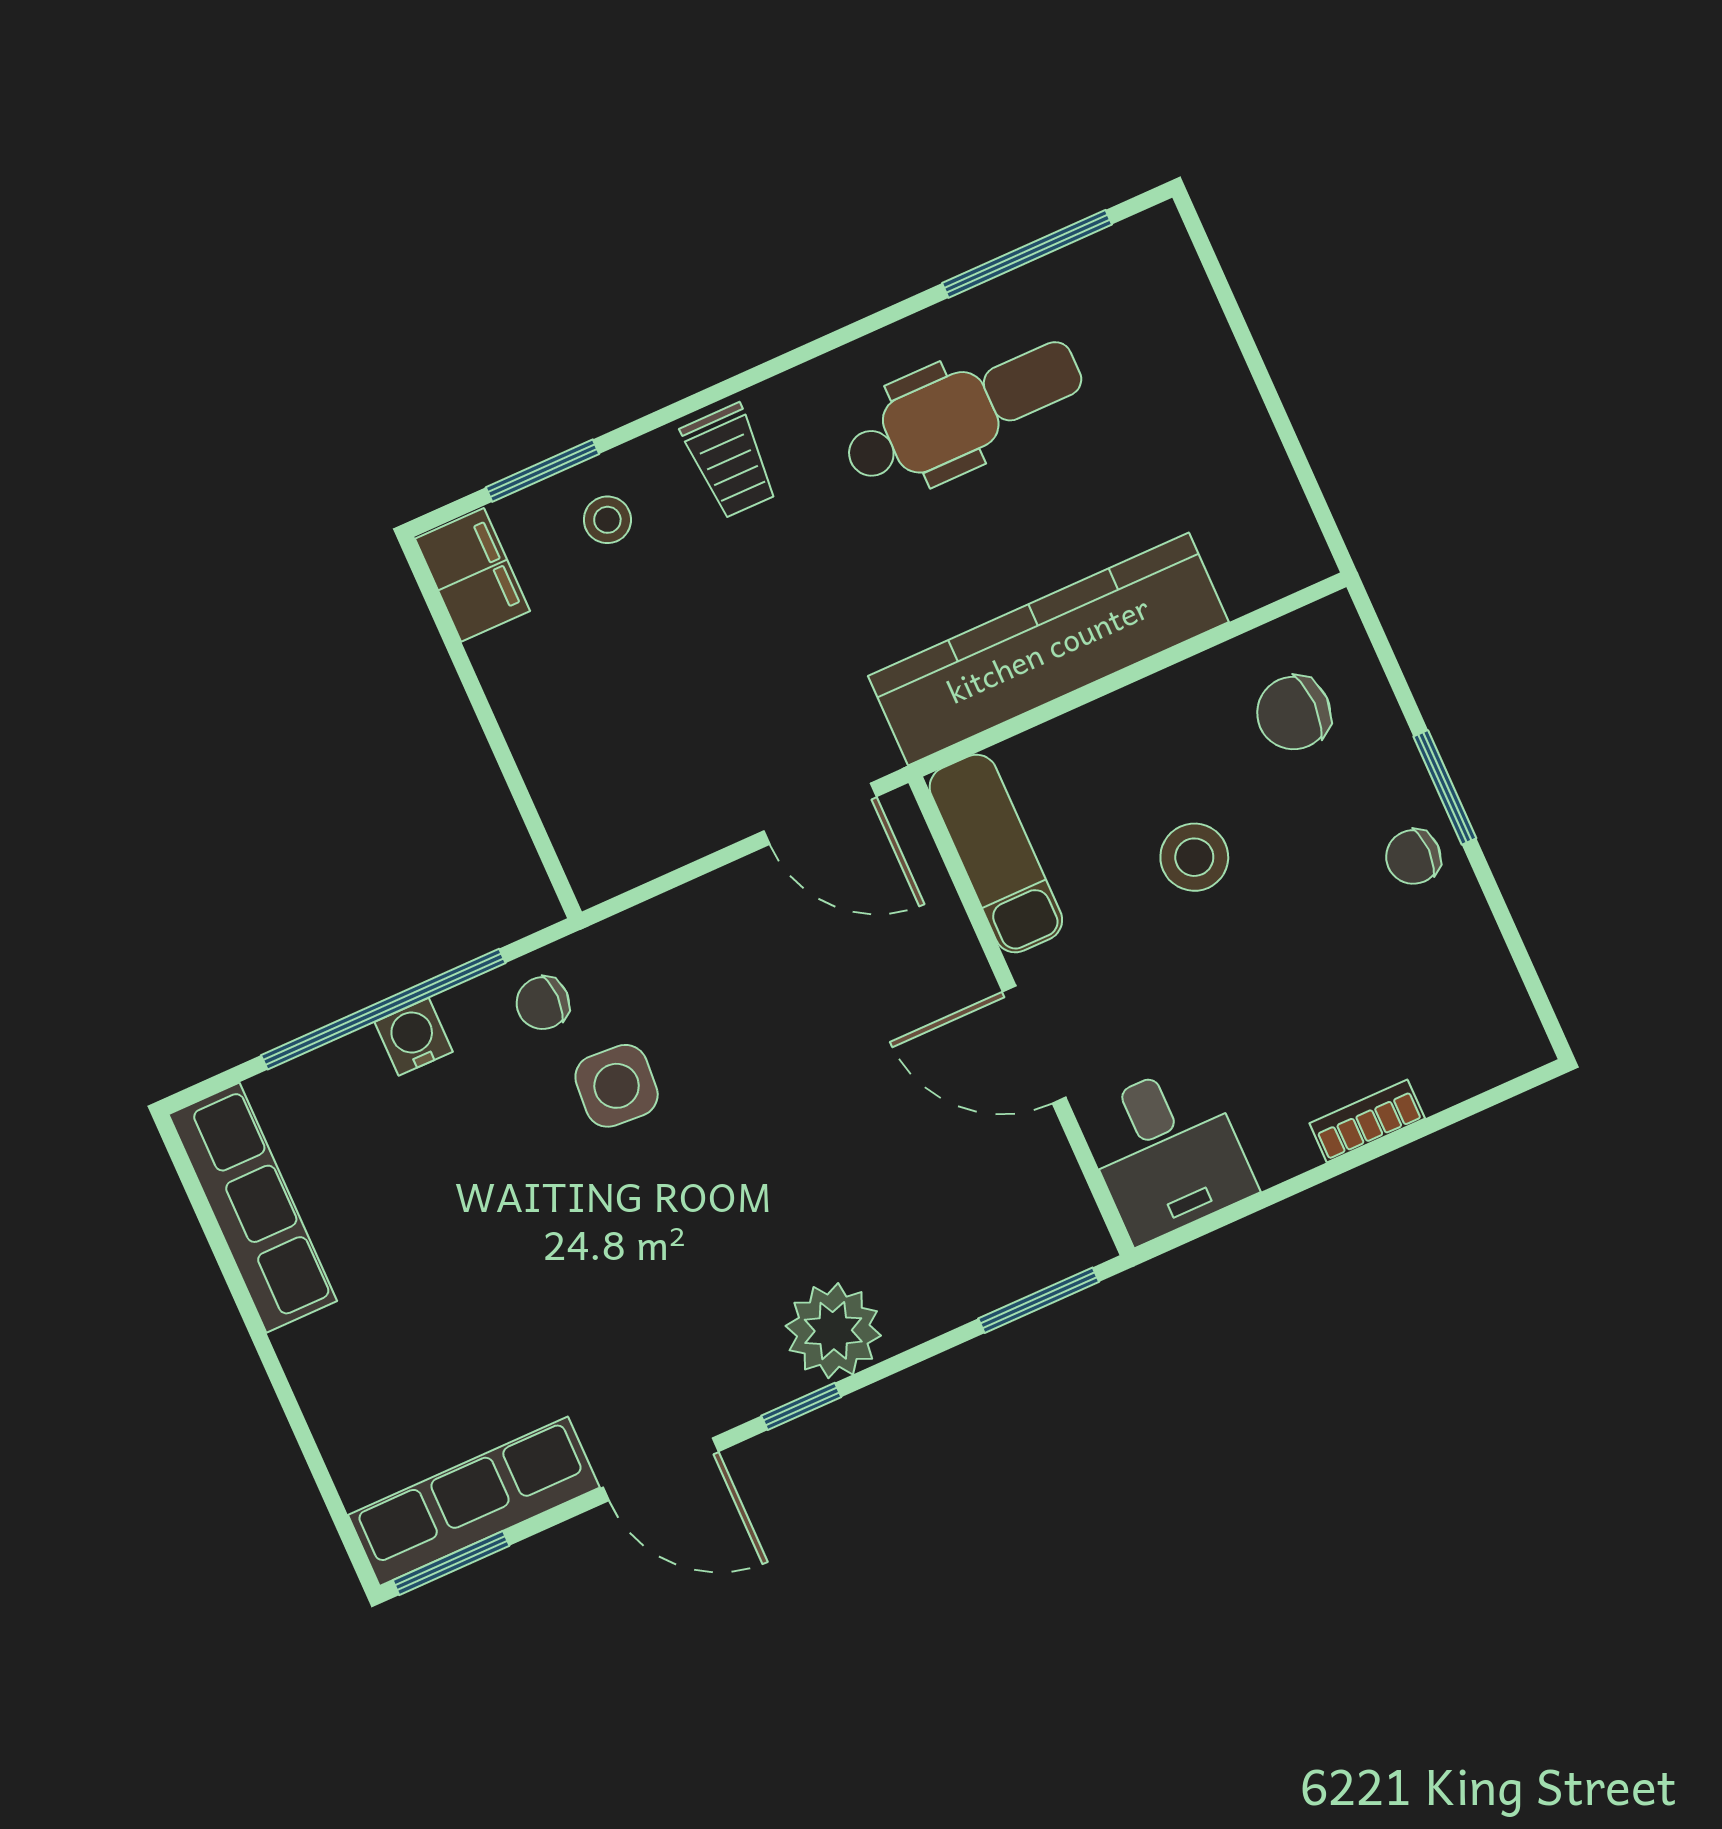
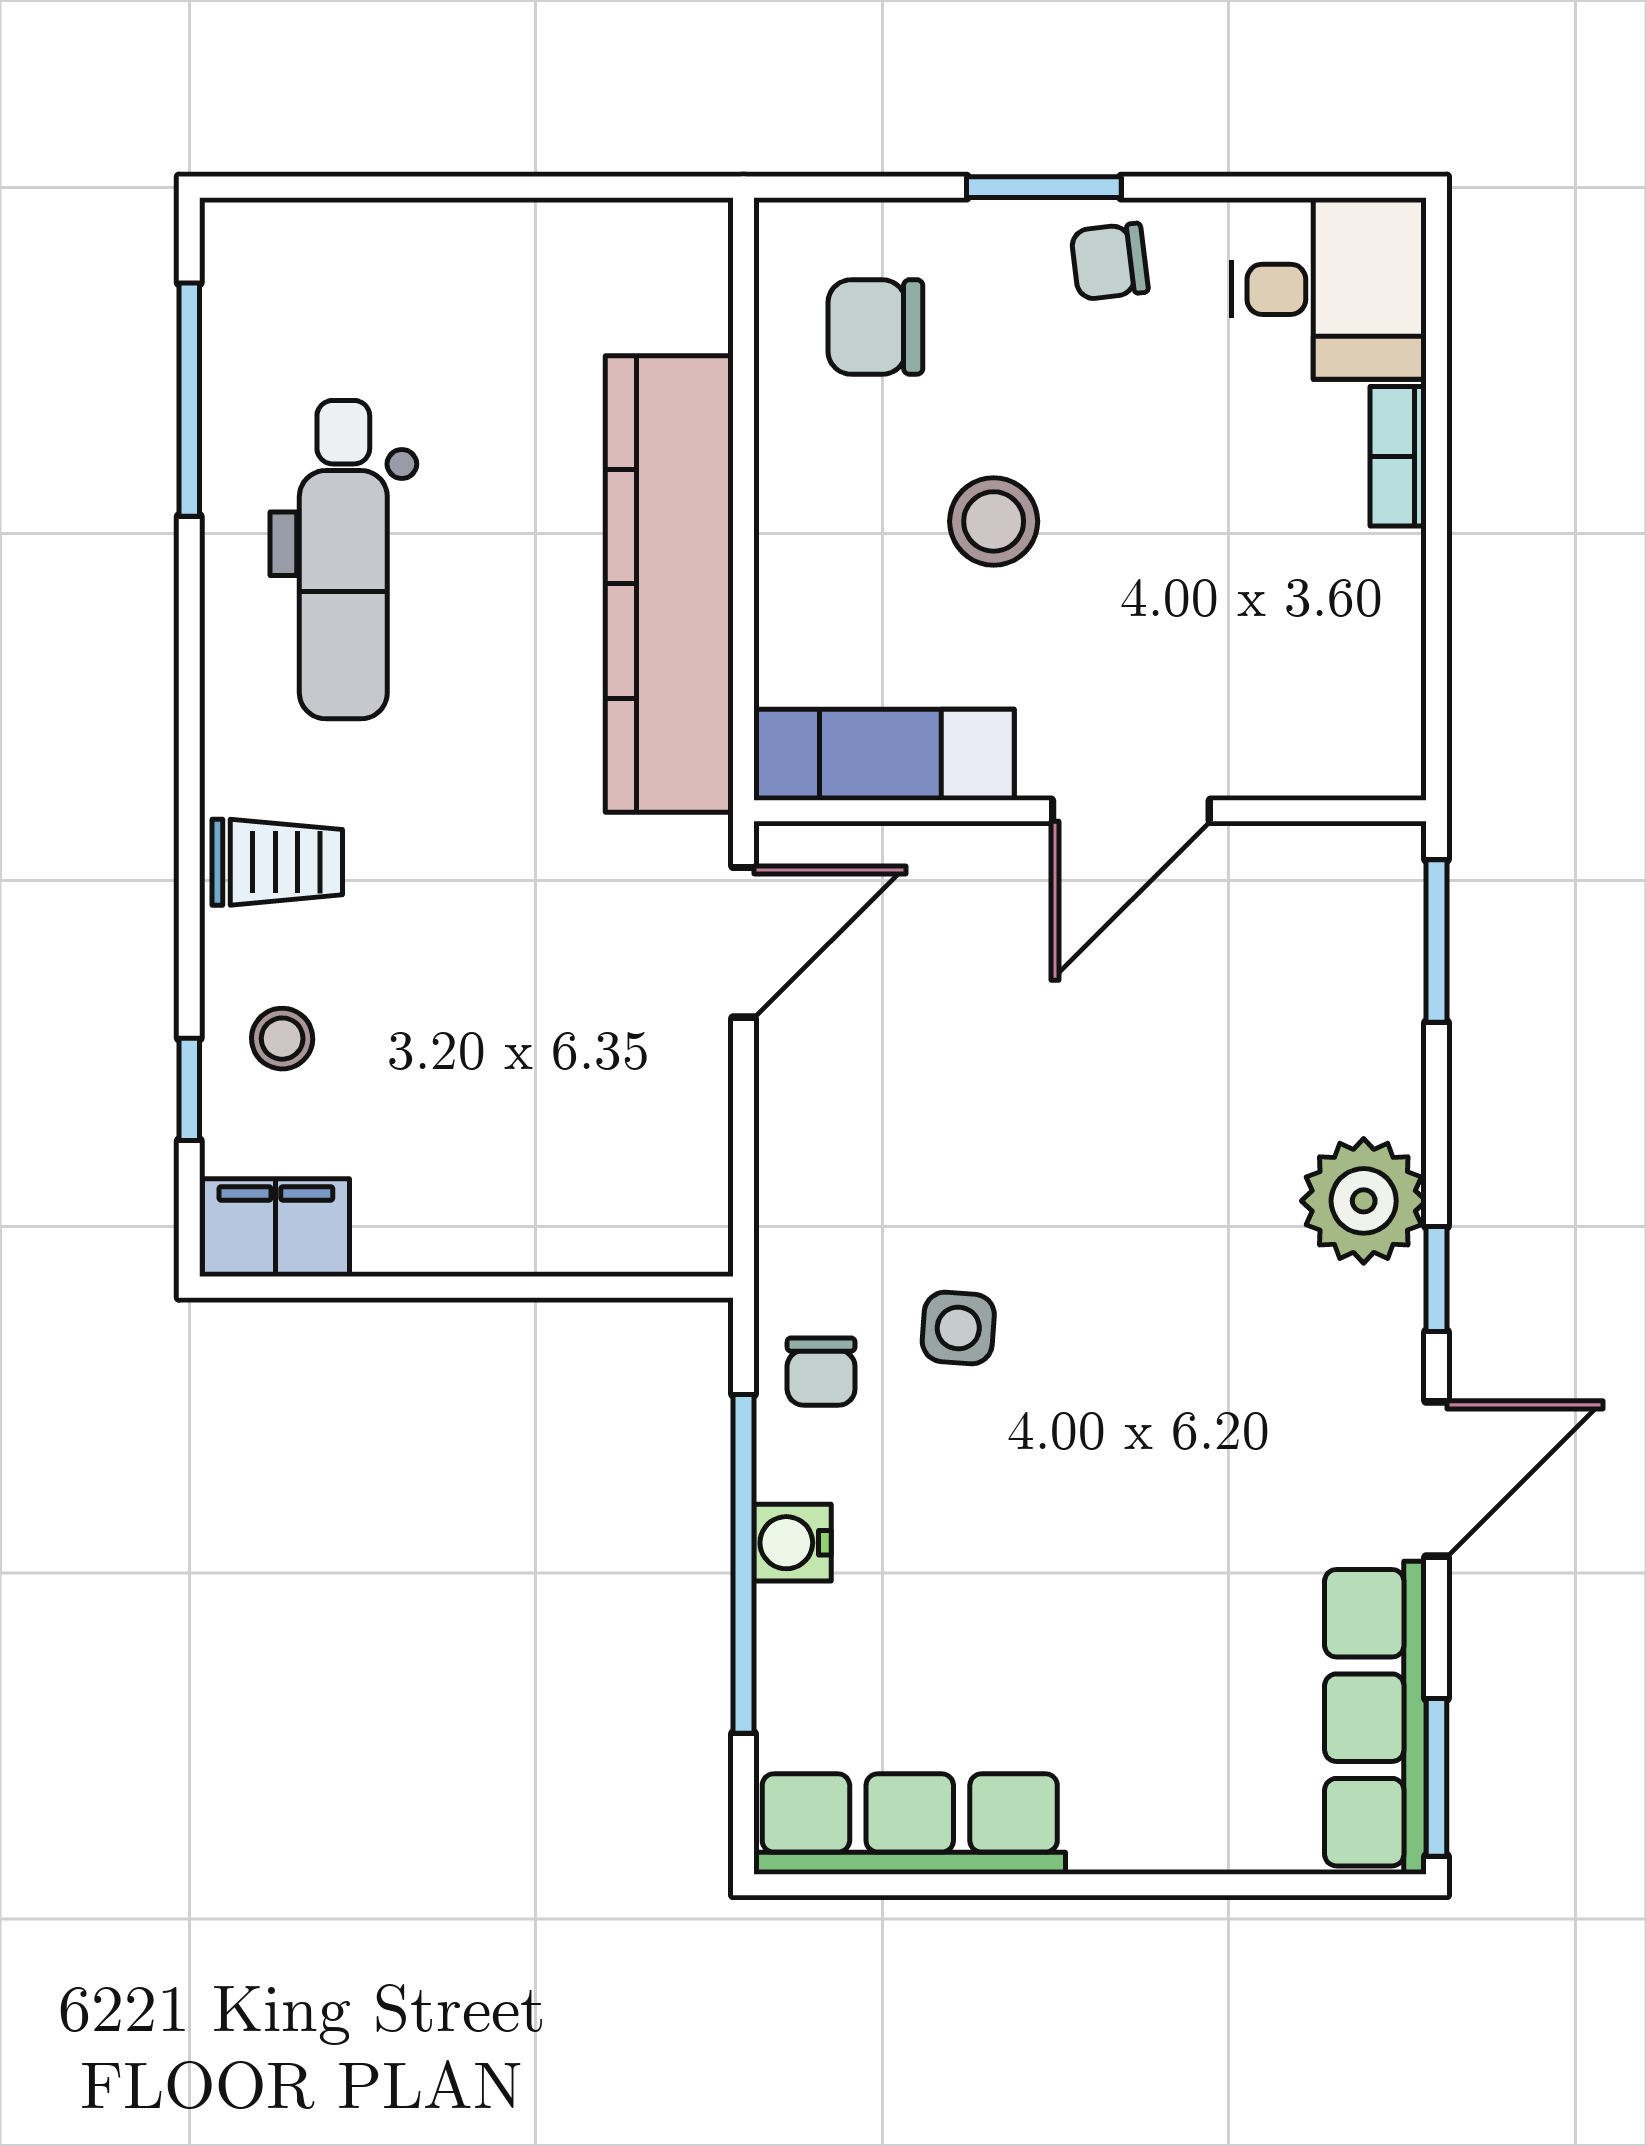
dental chair: (963, 412) -> (343, 560), turned 180
window: (542, 471) -> (189, 1089), width x0.67
chair: (1294, 713) -> (875, 327), turned 90
chair: (1413, 857) -> (1110, 262), turned 83
side table: (617, 1086) -> (958, 1328), width x0.73, depth x0.73
desk: (1167, 1152) -> (1329, 289), moved

